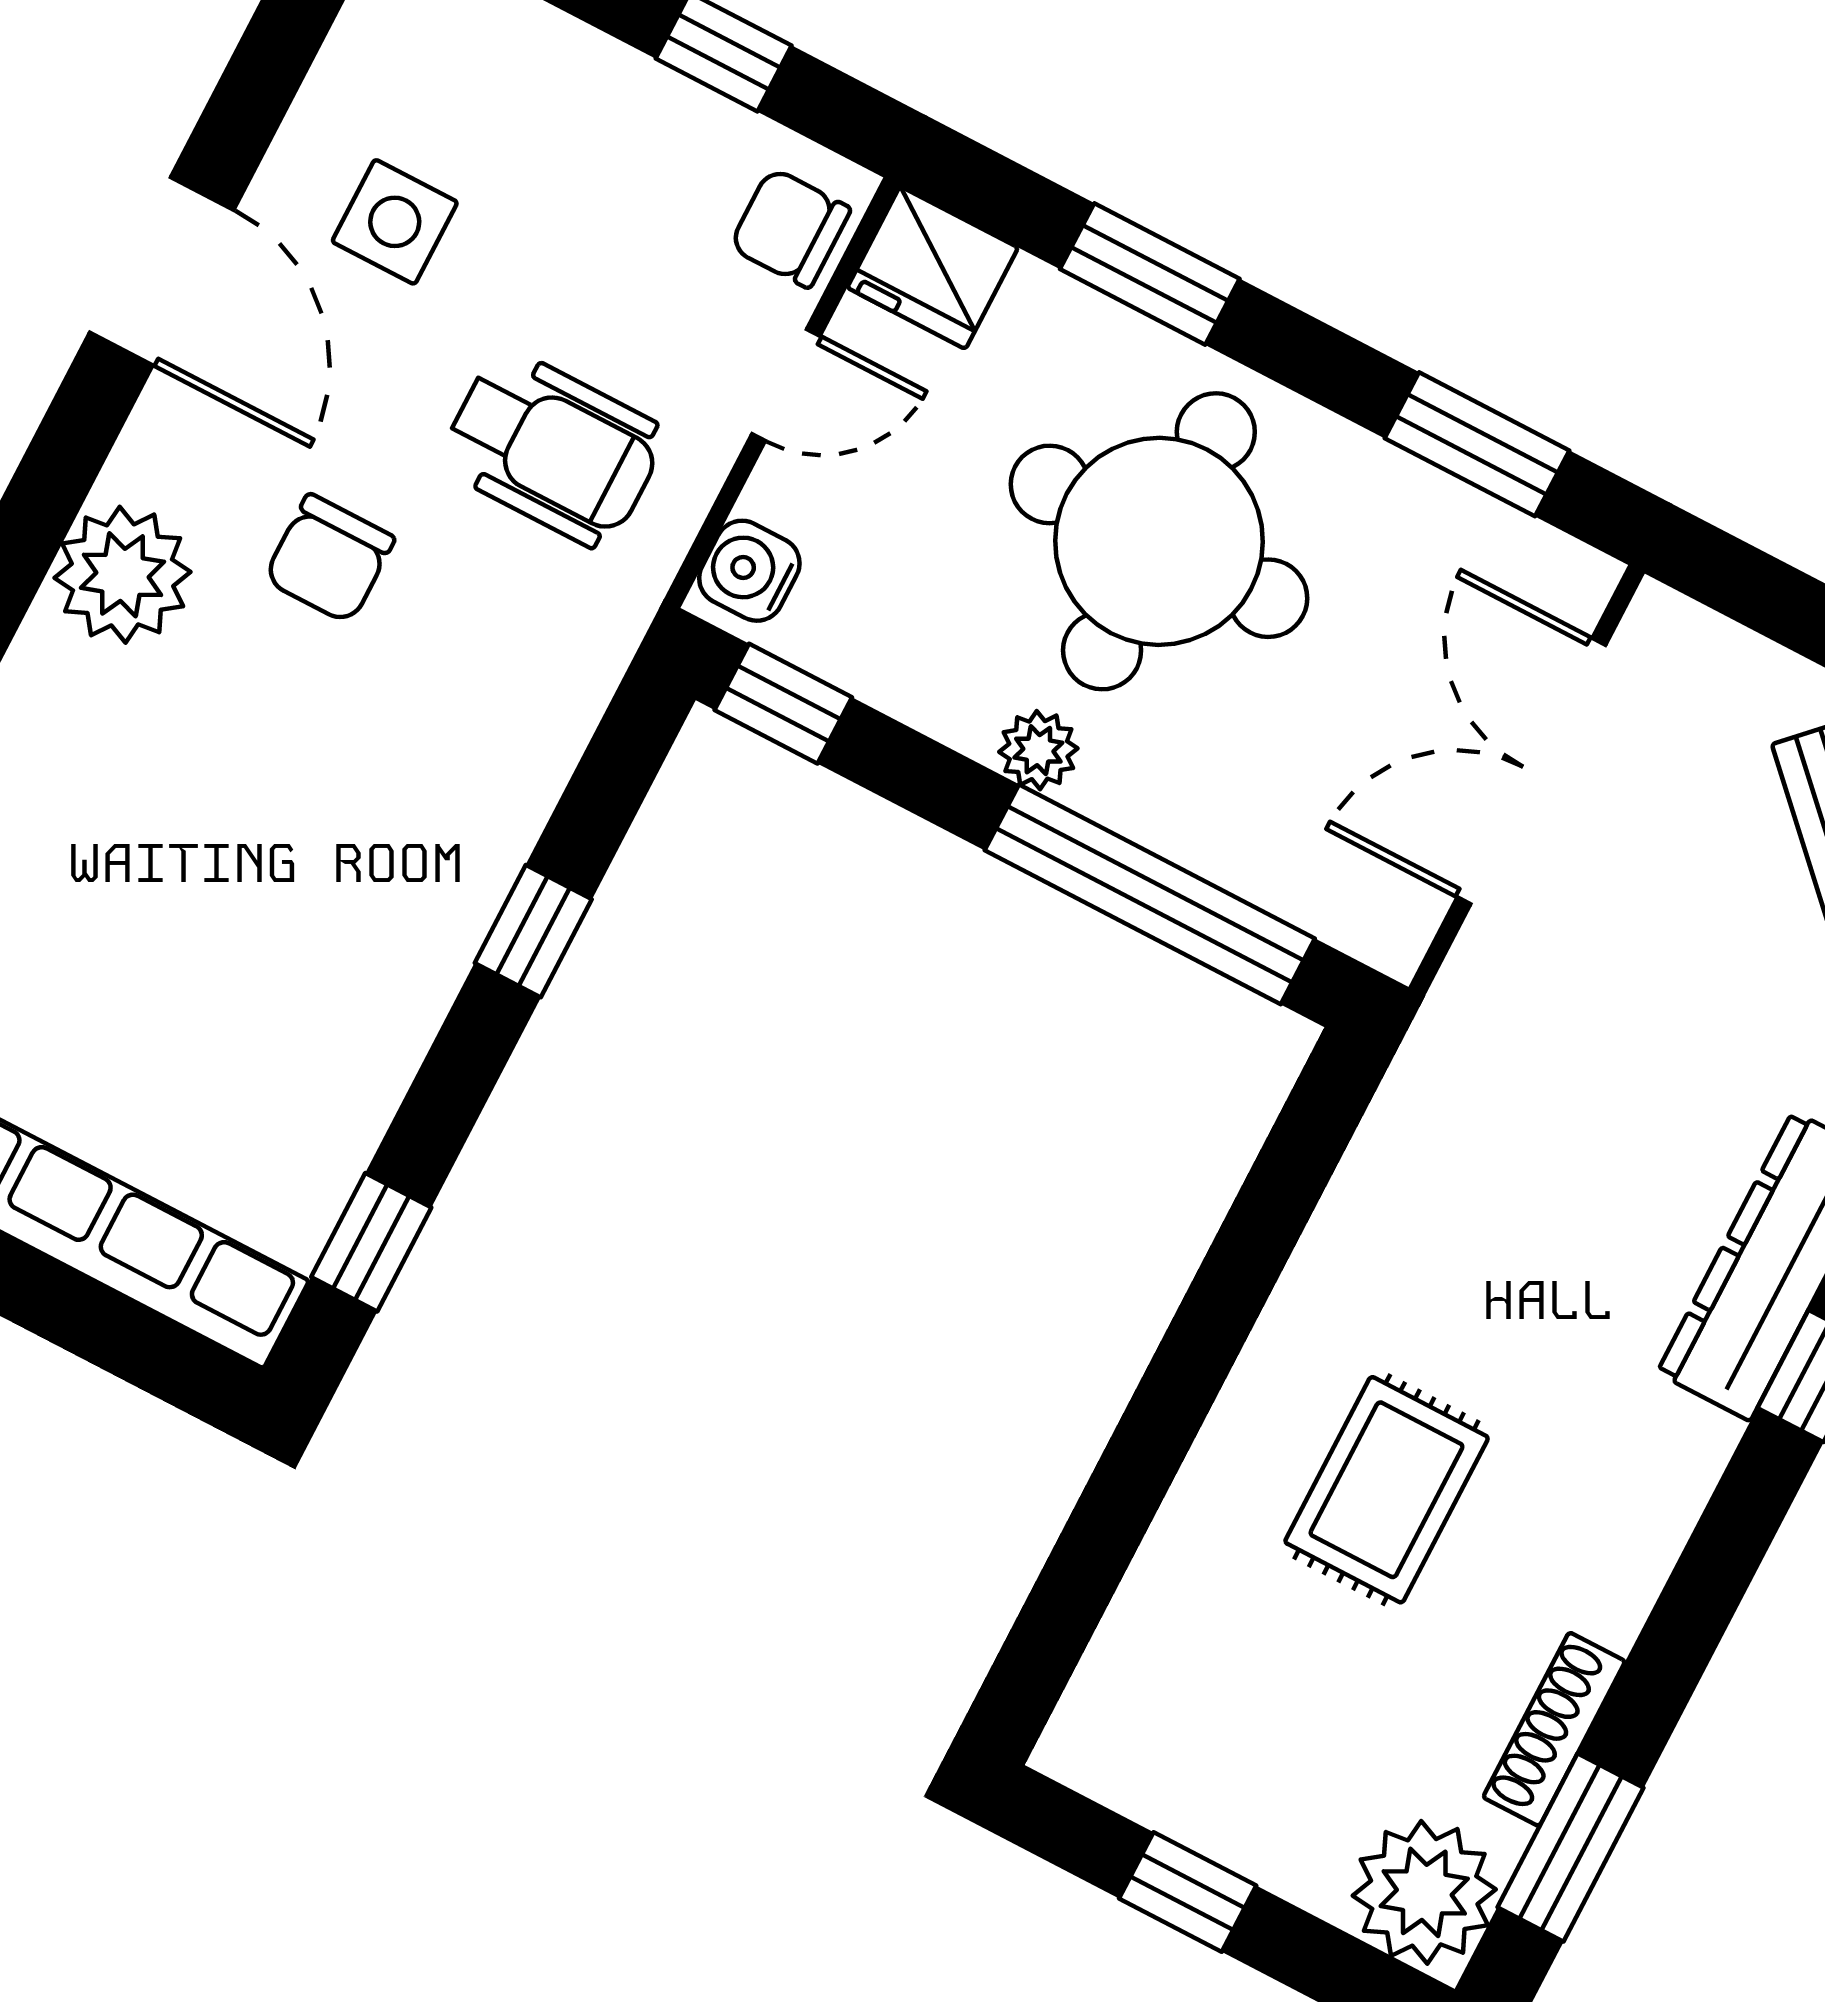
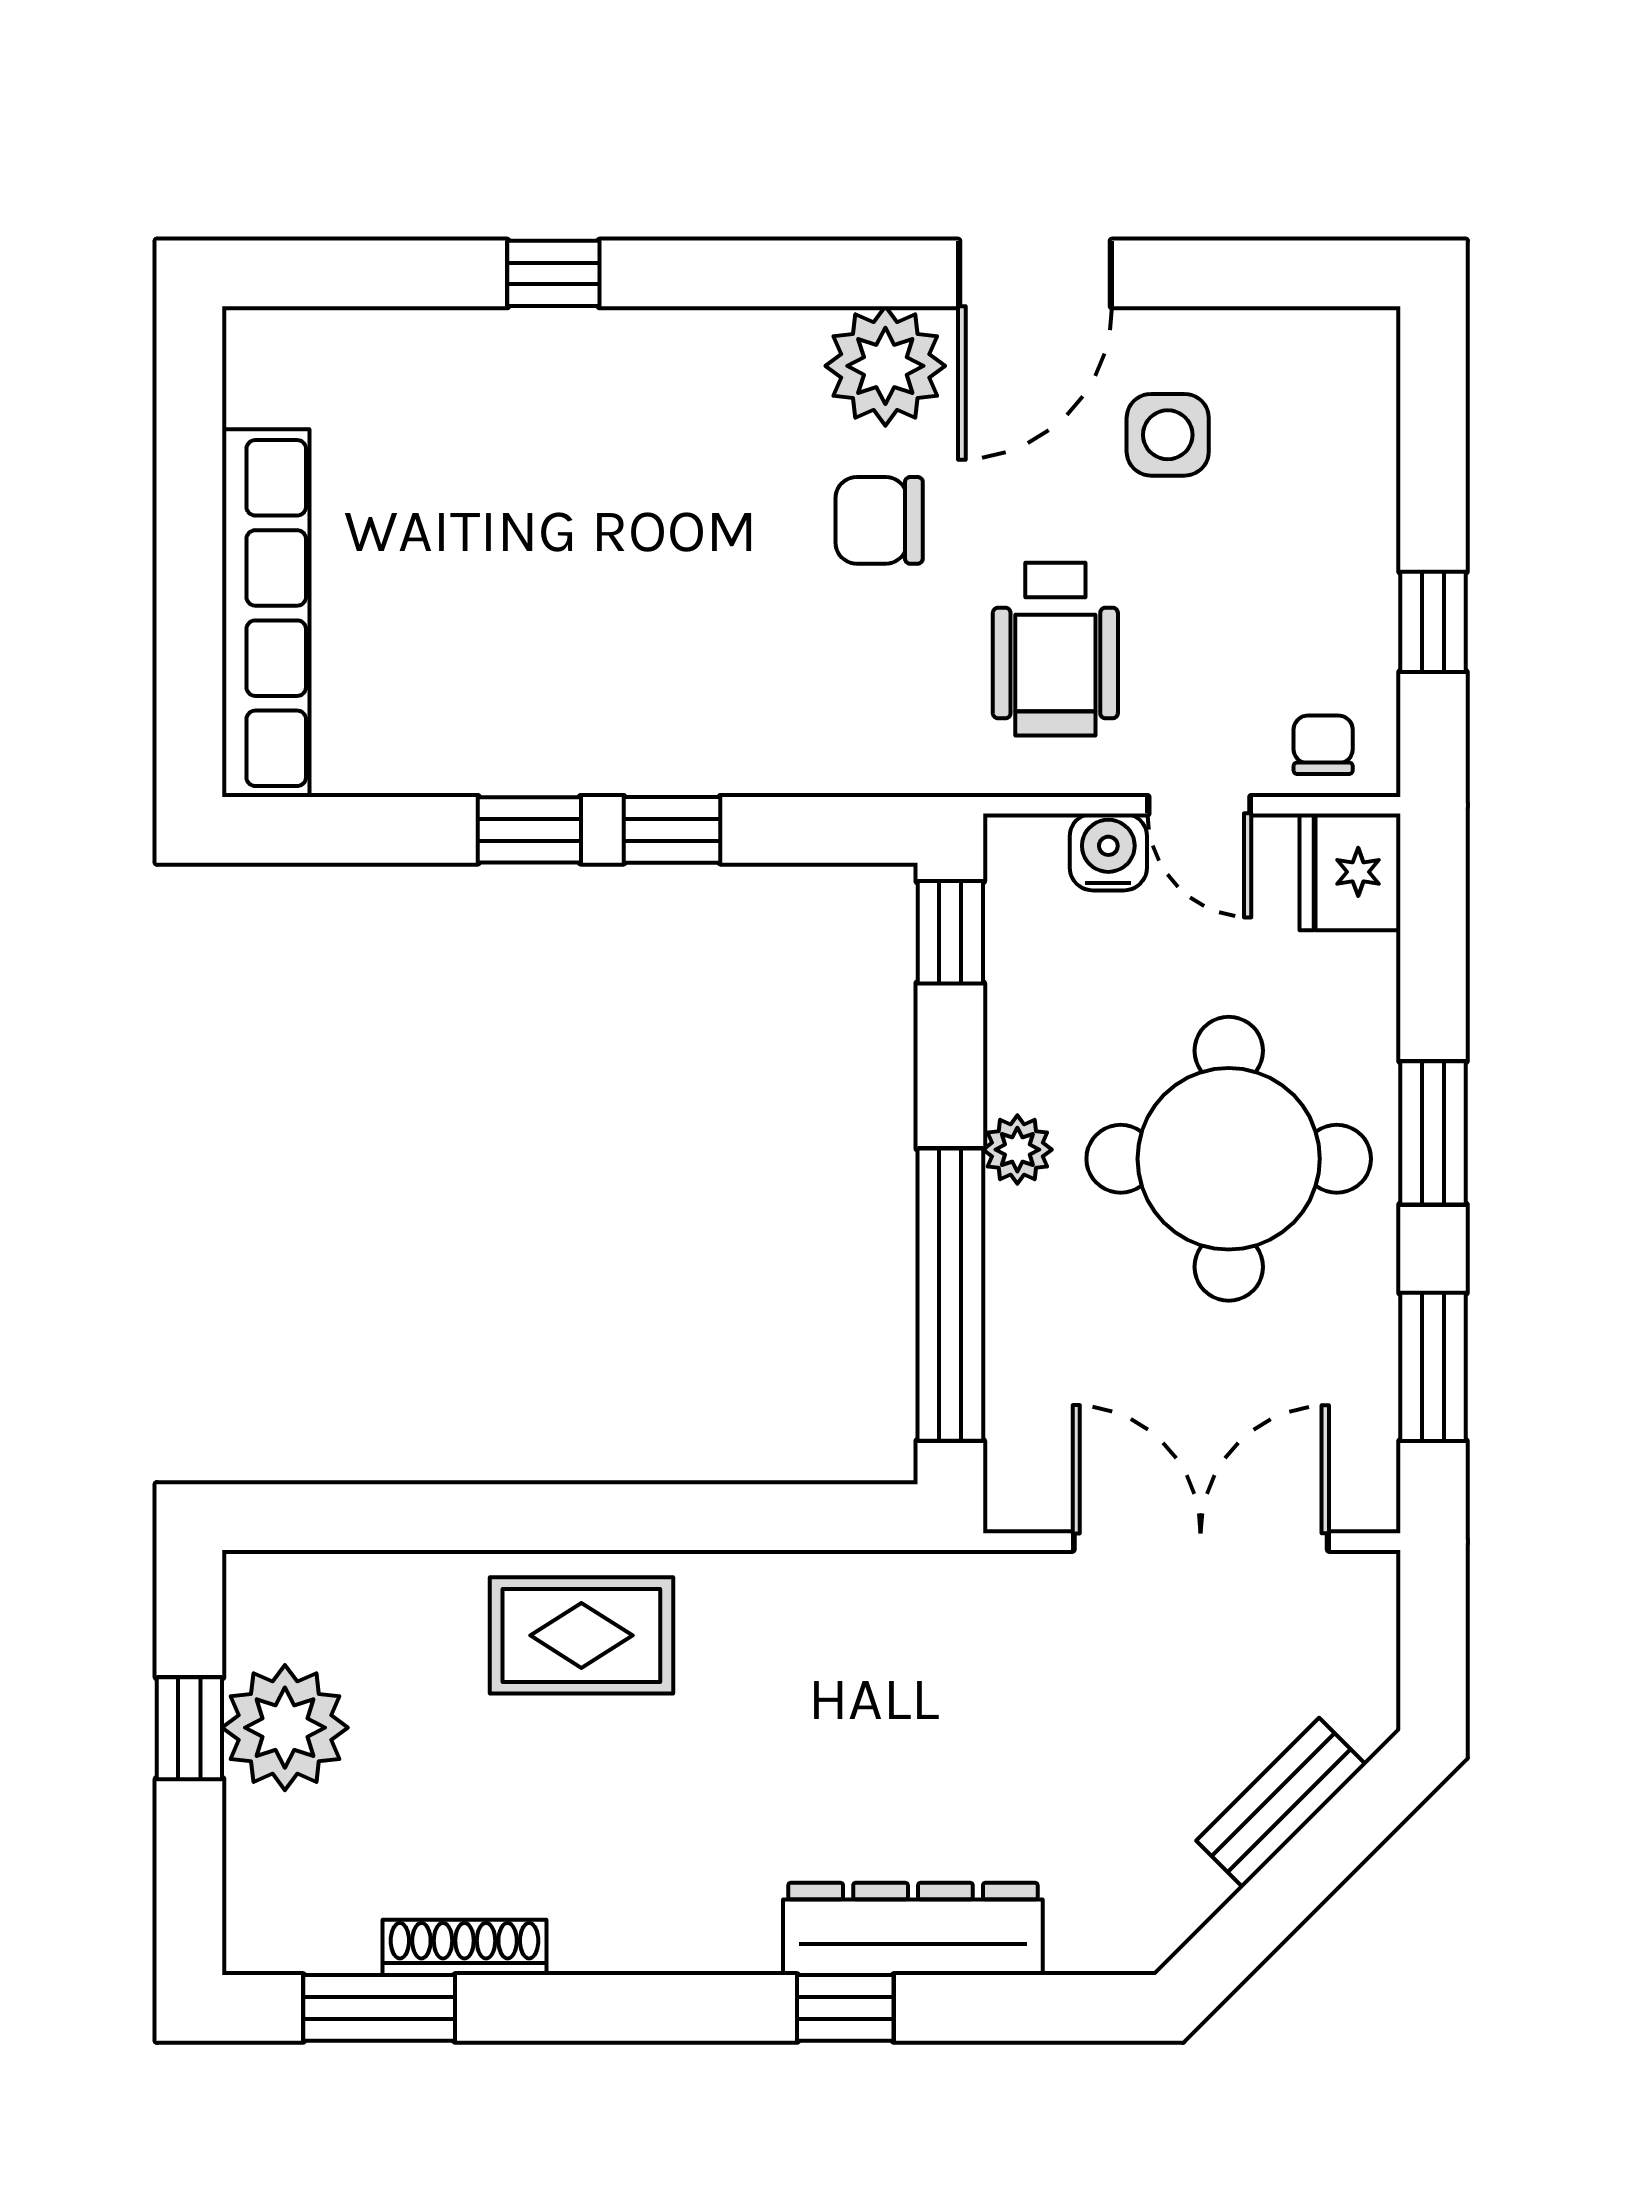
chair: (790, 228) -> (1323, 745), width x0.73, depth x0.73
window: (1150, 274) -> (1433, 1133), moved
water cooler: (749, 571) -> (1108, 852), moved
plant: (123, 575) -> (885, 366), moved
window: (371, 1242) -> (529, 830), moved
rug: (1387, 1490) -> (581, 1635), moved
plant: (1424, 1892) -> (285, 1728), moved

